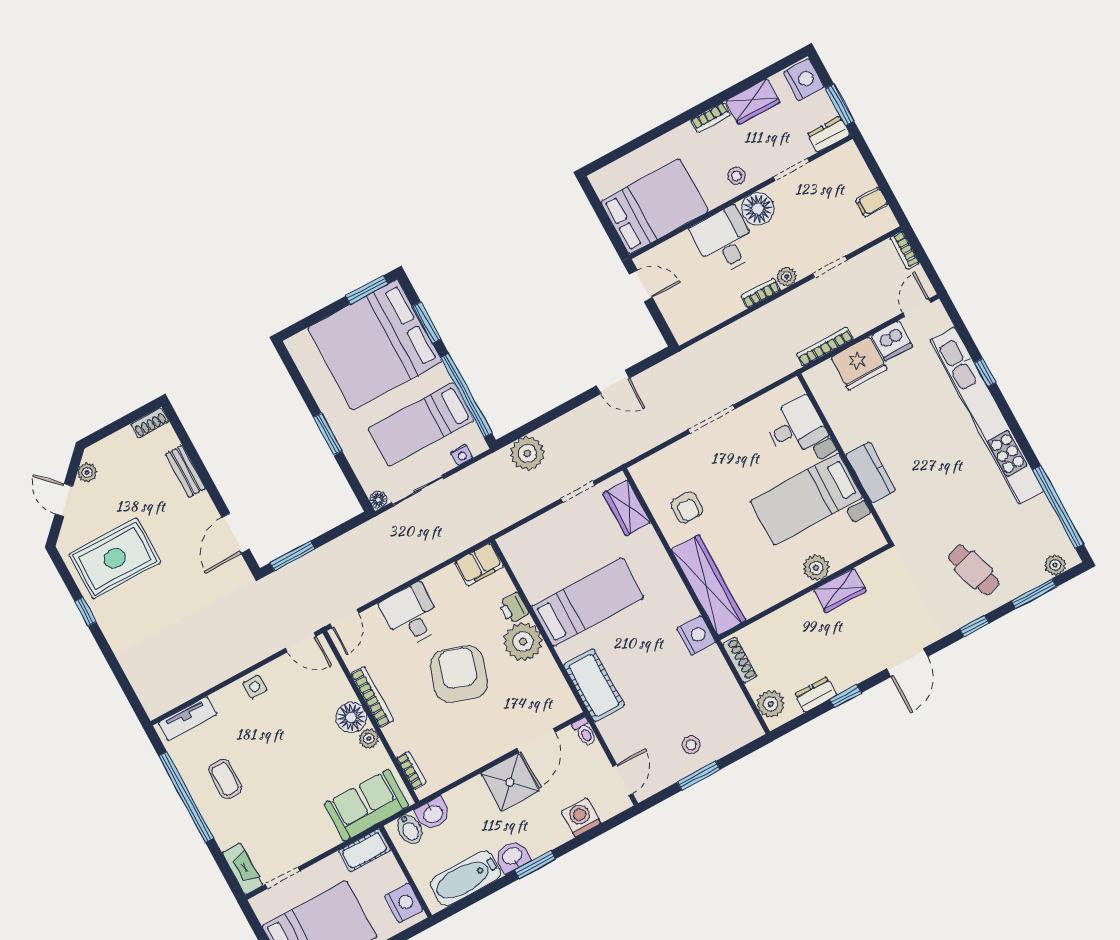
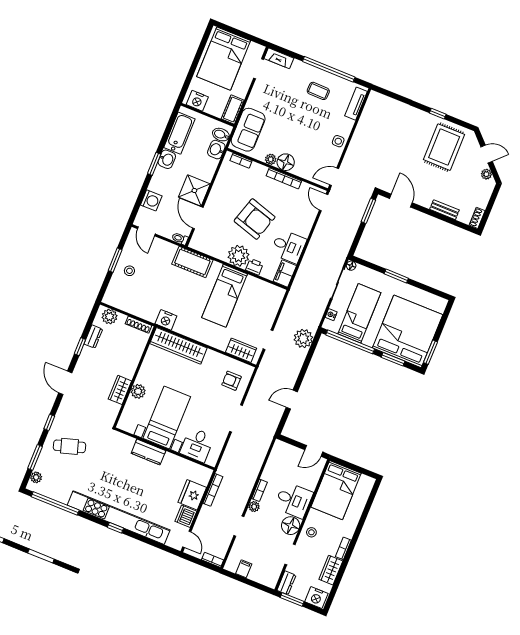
window: (985, 373) -> (115, 528), moved
armchair: (687, 507) -> (232, 381), moved
desk: (411, 615) -> (288, 246), moved

